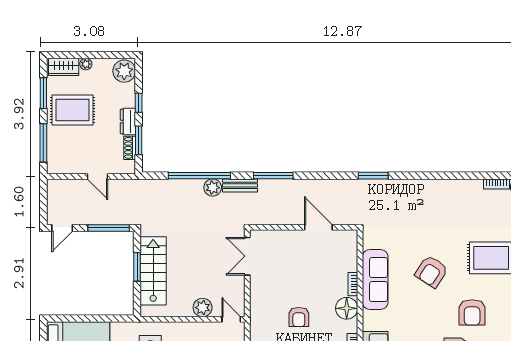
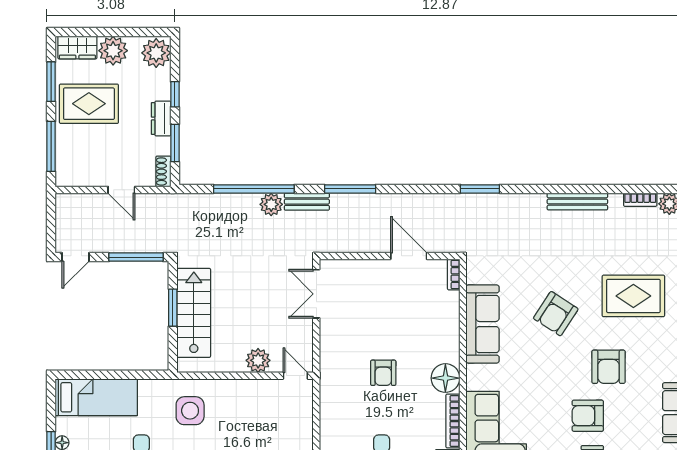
plant: (86, 64) -> (113, 51), width x1.88, depth x1.88
shoe rack: (130, 148) -> (163, 171), moved
bench: (448, 185) -> (577, 201), added
bookcase: (353, 284) -> (454, 274), moved
floor lamp: (347, 308) -> (445, 378), moved

